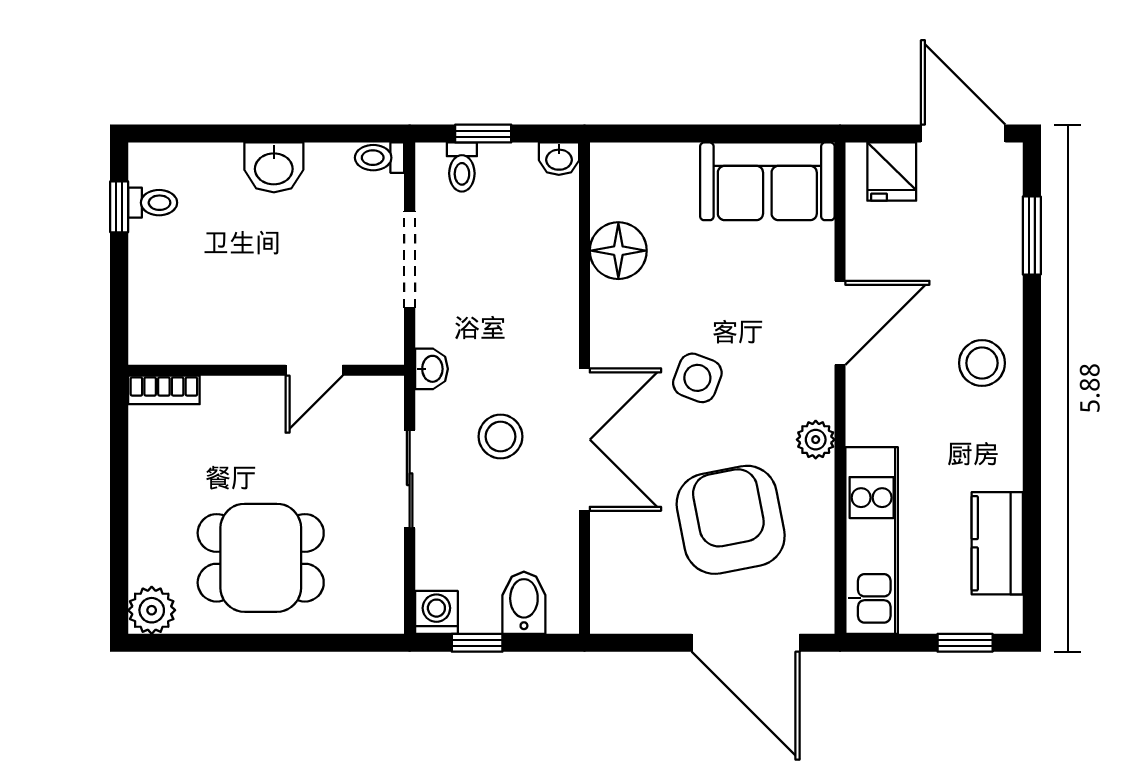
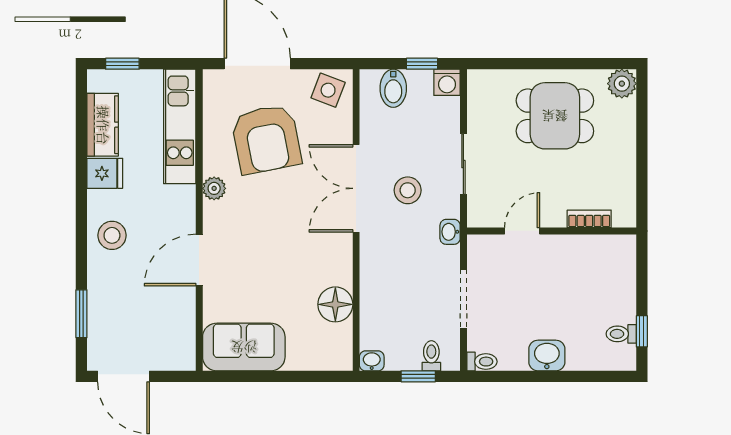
fridge: (892, 172) -> (105, 173), moved, turned 90
side table: (697, 378) -> (328, 90), moved
bookcase: (164, 390) -> (589, 219), moved

